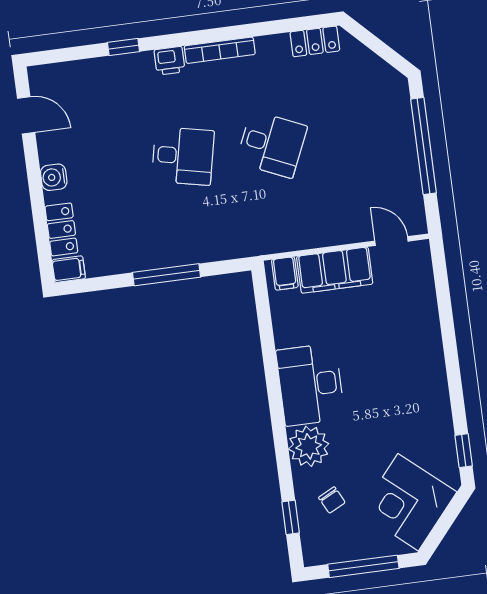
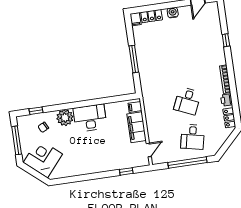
printer: (169, 61) -> (227, 100), moved
desk: (183, 156) -> (193, 137), moved
window: (464, 451) -> (126, 171), moved

